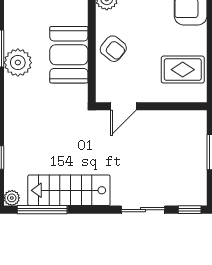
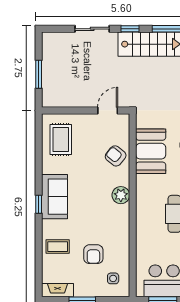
rug: (183, 70) -> (61, 139), turned 90
window: (190, 210) -> (130, 29), moved

